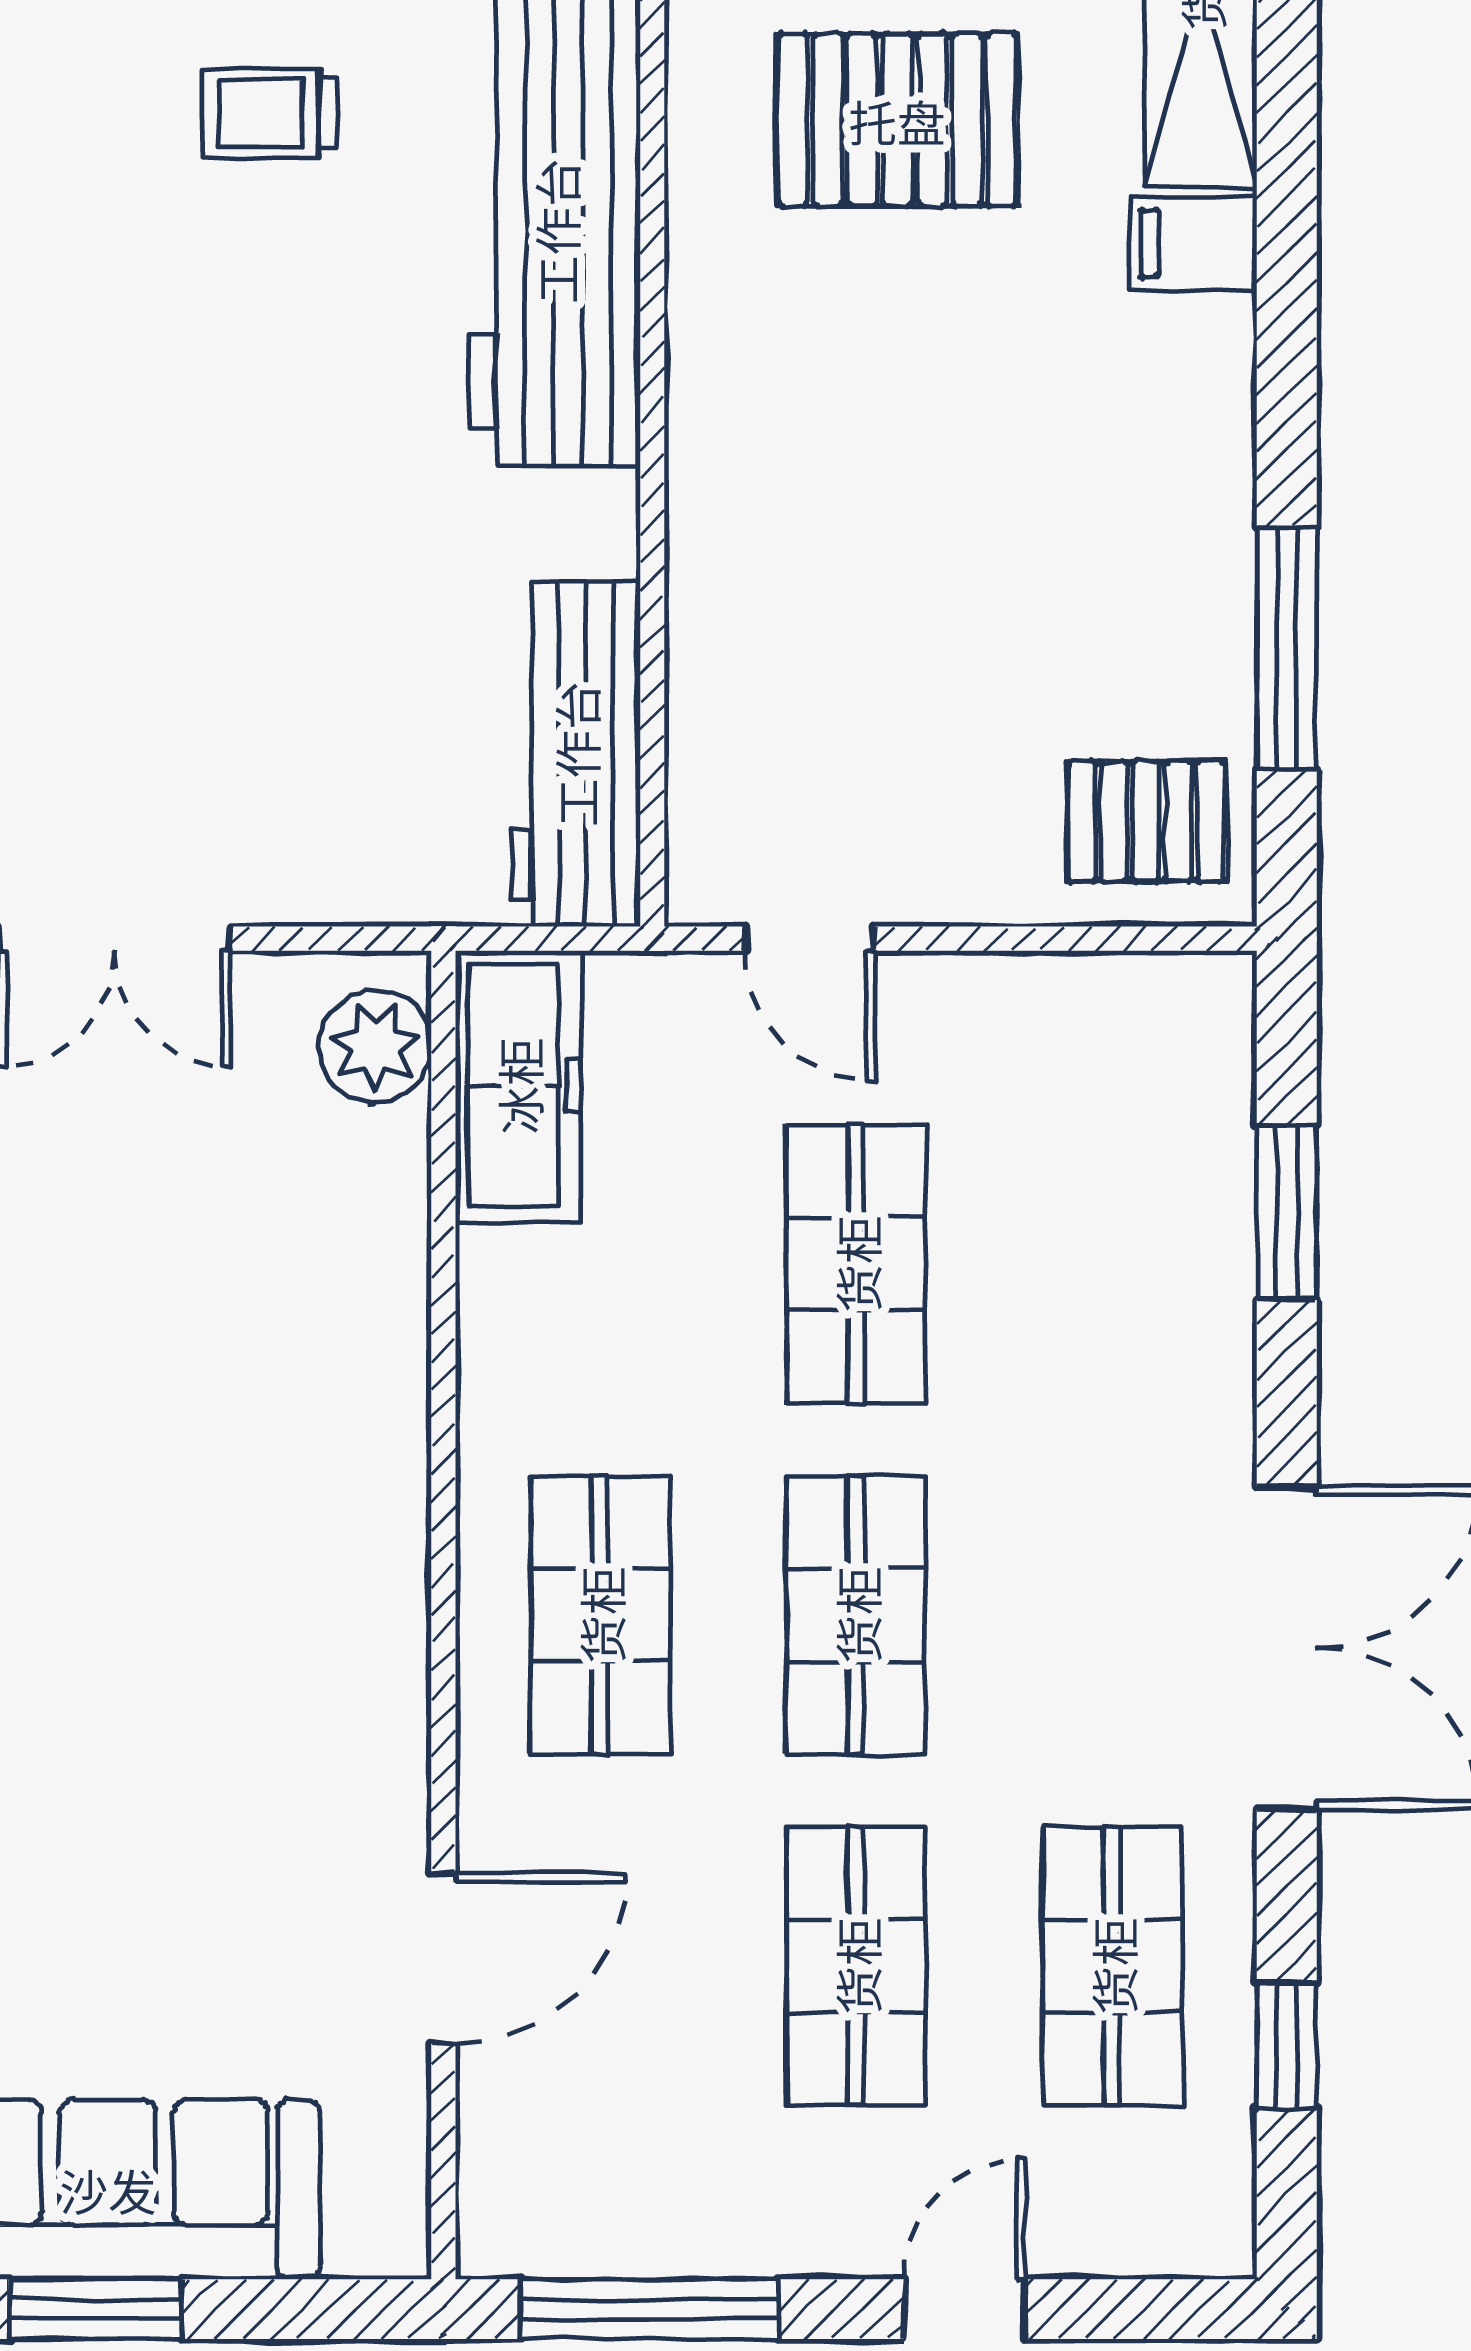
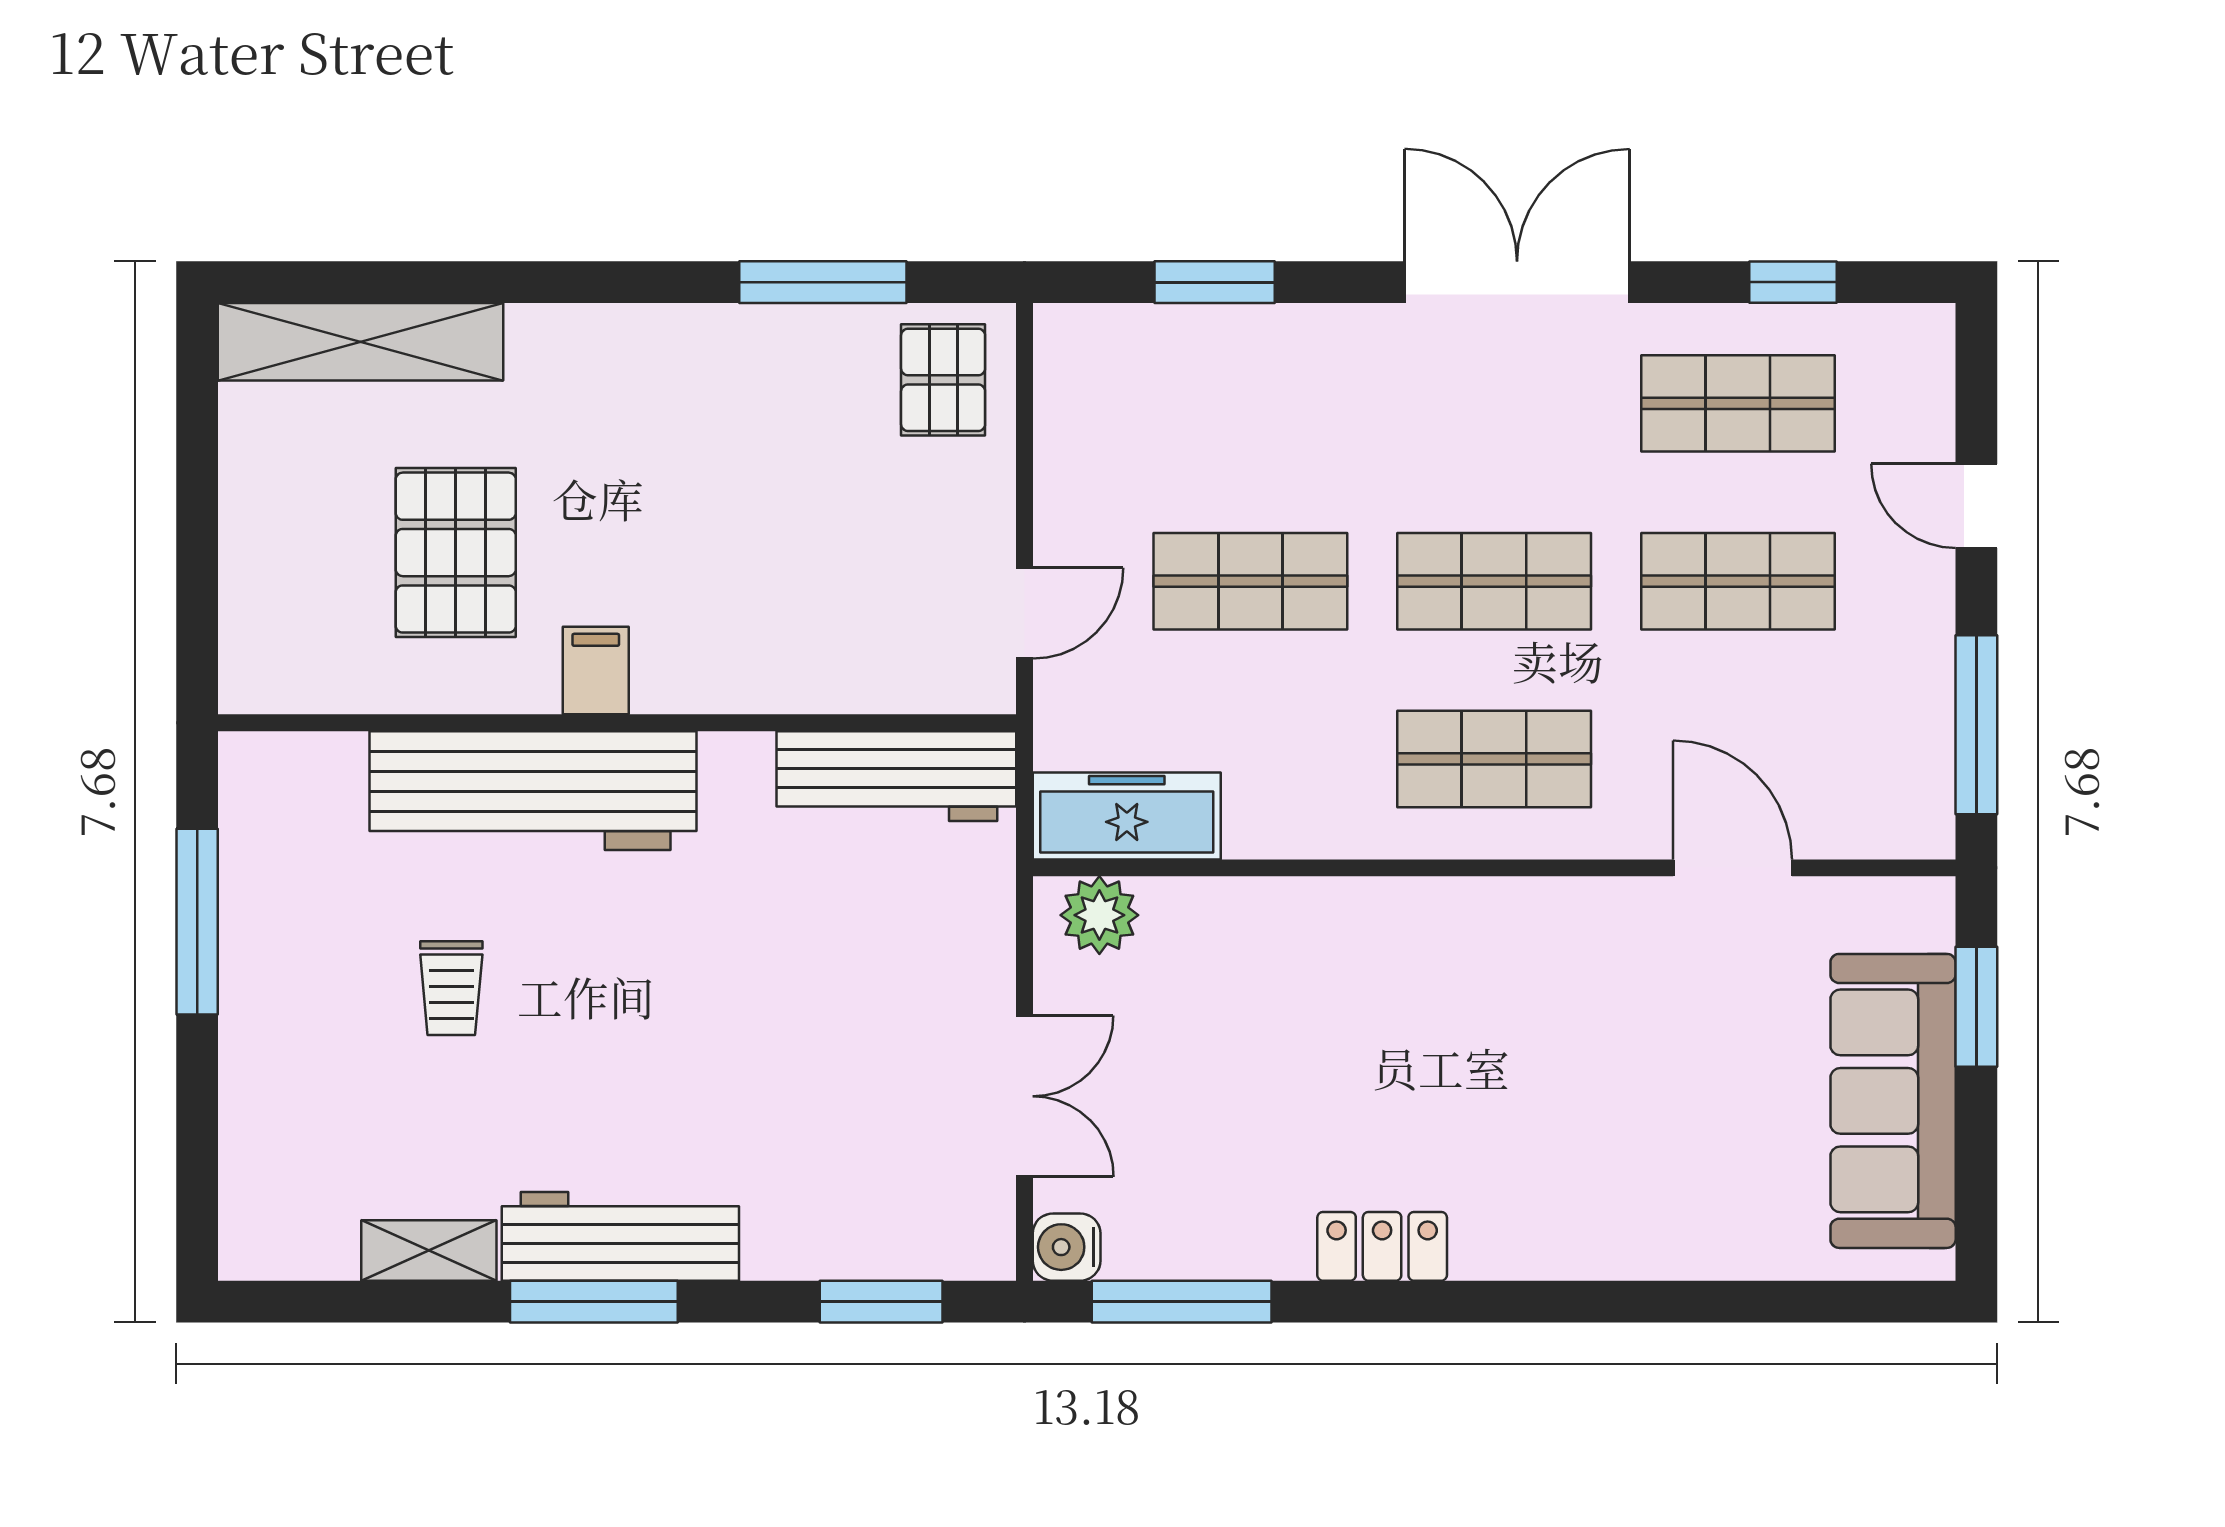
filing cabinet: (1194, 243) -> (596, 671), moved, turned 180
window: (95, 2309) -> (1976, 1007), moved

